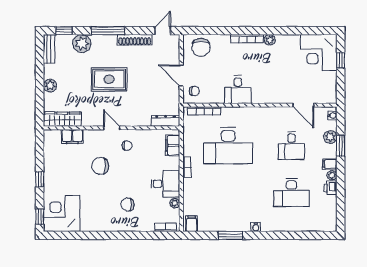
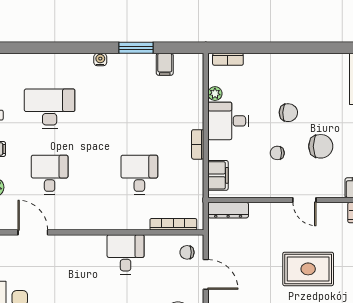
chair: (127, 146) -> (277, 153), moved
desk: (228, 146) -> (139, 175), width x0.53, depth x0.77
chair: (127, 205) -> (288, 113), moved
filing cabinet: (192, 224) -> (165, 64), moved

